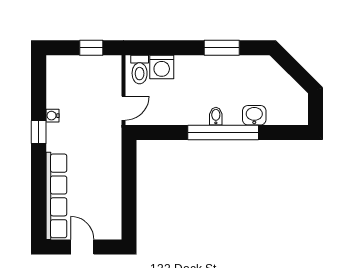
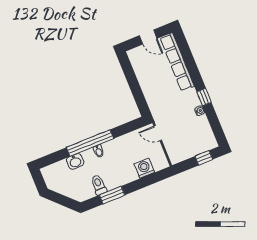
window: (91, 48) -> (204, 158), moved
toilet: (140, 70) -> (99, 185), moved
door: (124, 108) -> (158, 133), hinge flipped

